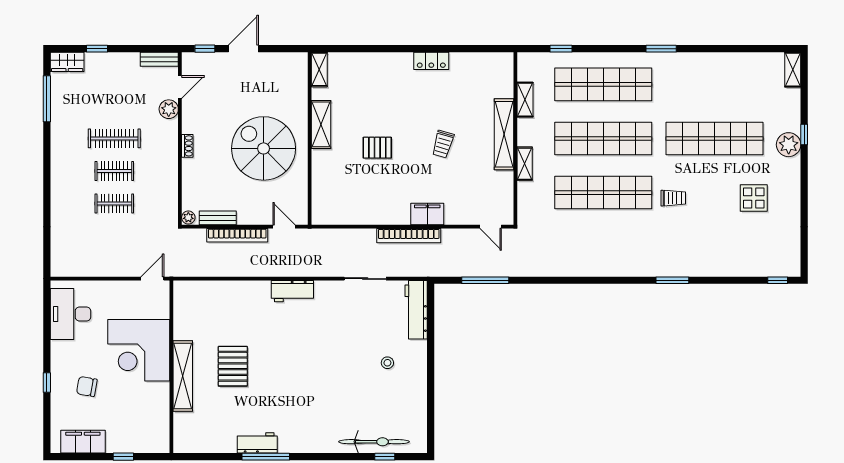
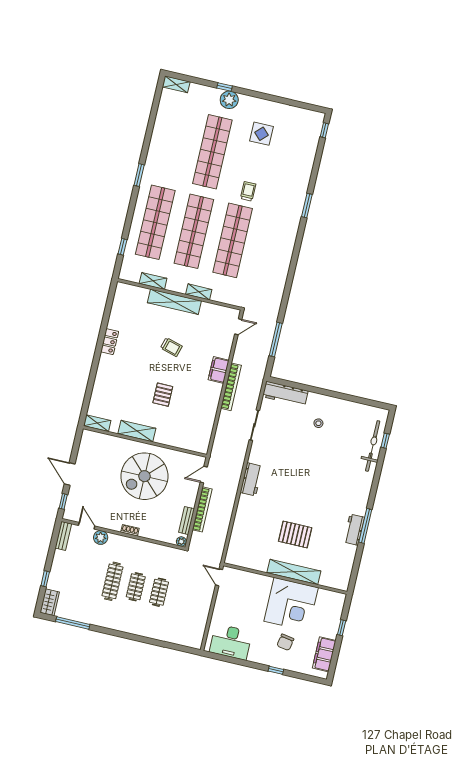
corner desk: (139, 350) -> (291, 604), moved

